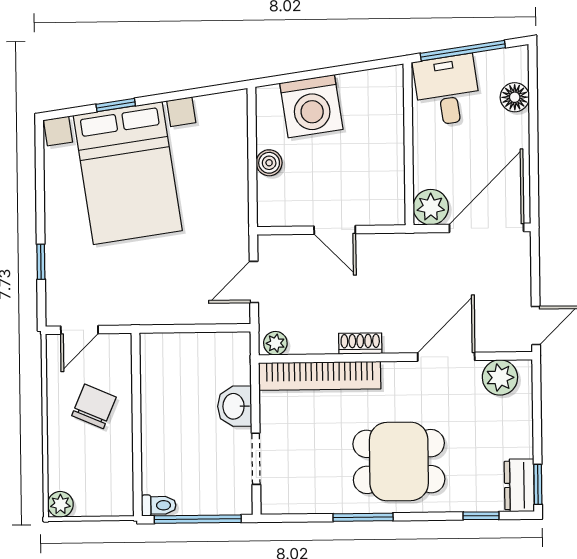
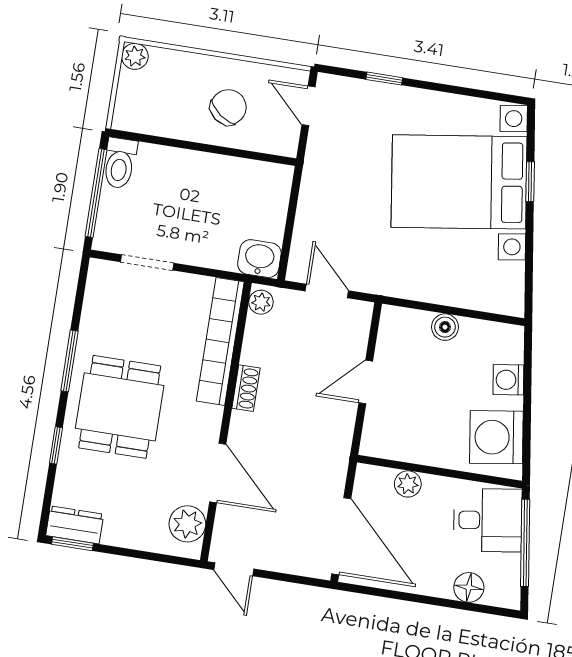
washing machine: (366, 96) -> (496, 437), added
washing machine: (311, 106) -> (508, 380), width x0.53, depth x0.53
plant: (431, 207) -> (408, 484), moved, width x0.73, depth x0.73
chair: (94, 406) -> (228, 107), turned -76
washbasin: (235, 406) -> (259, 259), moved
toilet: (159, 505) -> (120, 163), width x1.37, depth x1.39
window: (481, 516) -> (56, 445), moved

